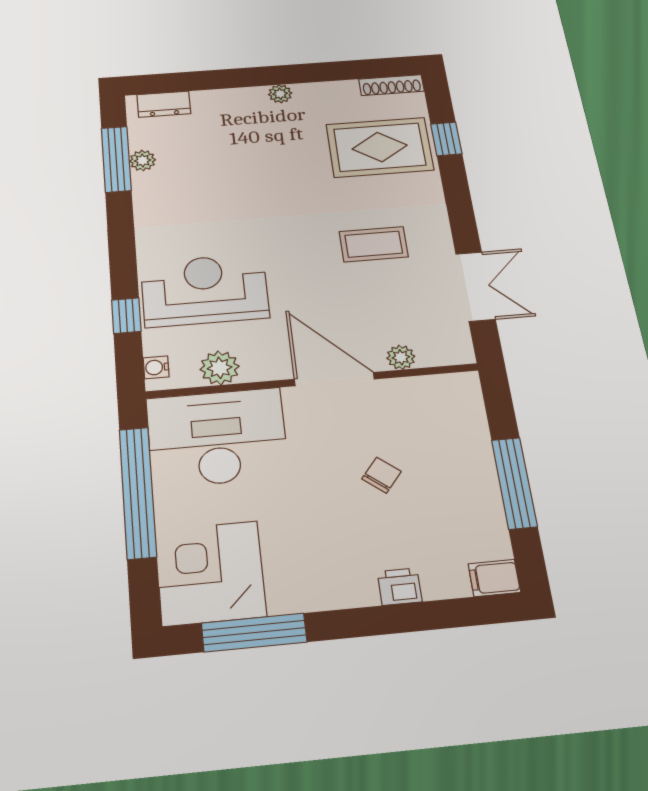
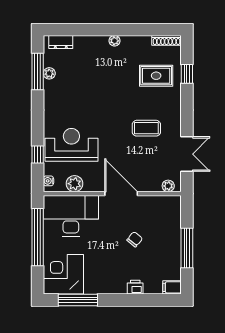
rug: (380, 147) -> (156, 76), width x0.73, depth x0.70
plant: (401, 357) -> (168, 186), moved

